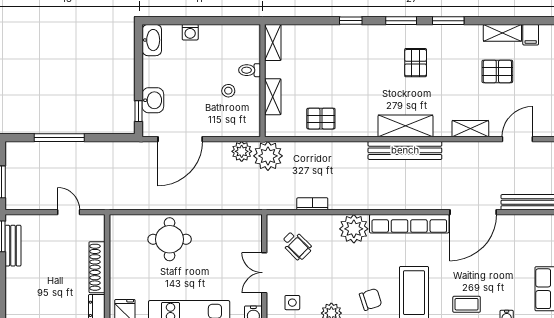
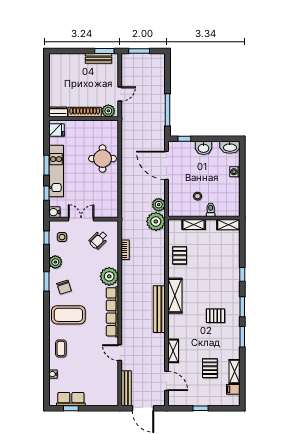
washbasin: (153, 100) -> (204, 148), moved
shelving: (405, 126) -> (175, 296), moved
window: (59, 138) -> (168, 110), moved
door: (473, 212) -> (120, 353), width x0.53
plant: (95, 230) -> (108, 111), added

